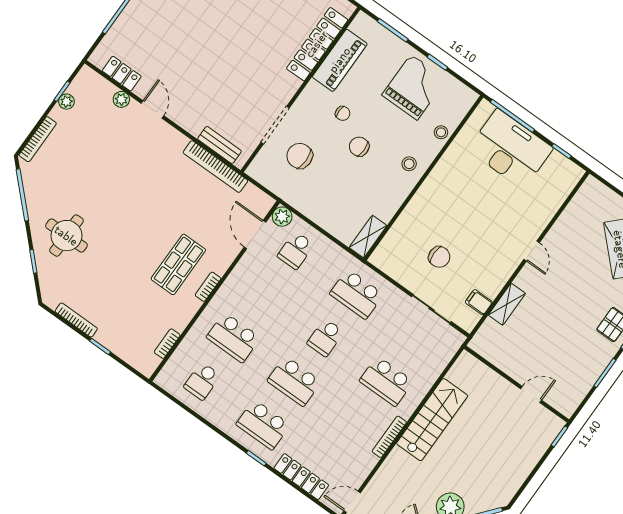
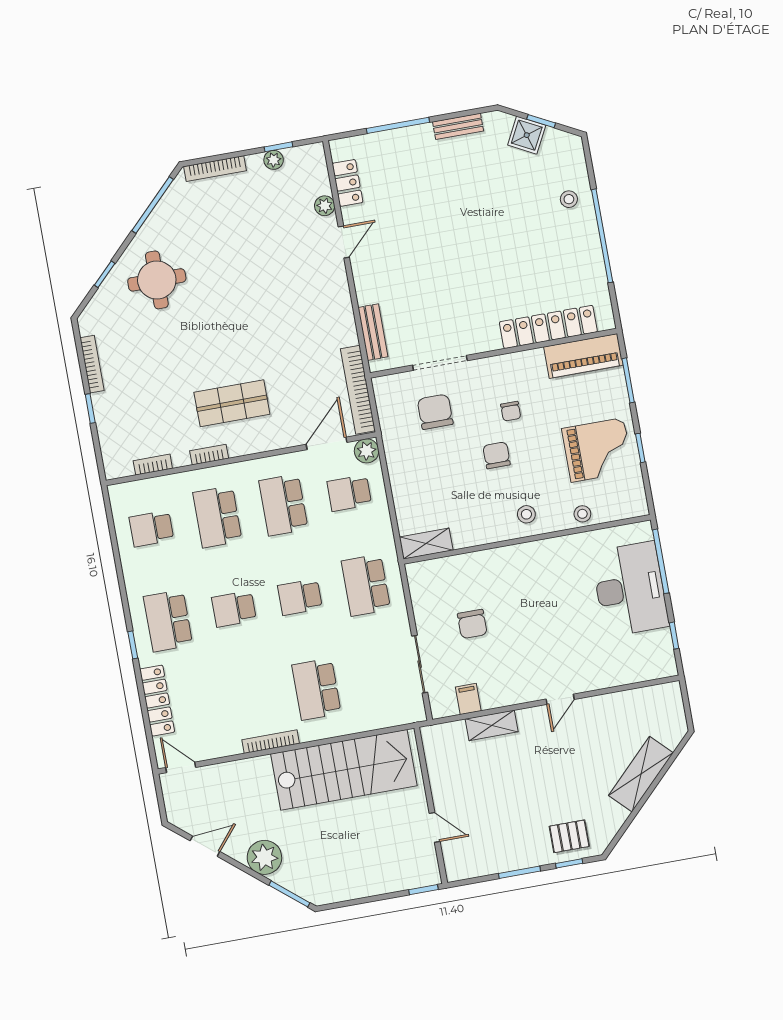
piano: (340, 60) -> (583, 356), moved
bookcase: (215, 167) -> (358, 390), moved
bookcase: (208, 287) -> (209, 455), moved
school desk: (265, 294) -> (283, 505), added
school desk: (294, 381) -> (234, 609), width x0.54
stairs: (432, 420) -> (344, 770), width x1.36, depth x1.51

